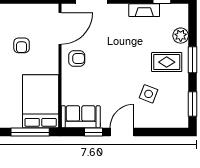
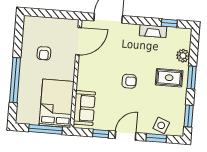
armchair: (77, 59) -> (129, 81), moved
side table: (149, 94) -> (161, 125), moved
sofa: (81, 117) -> (84, 108), moved, turned 90
window: (157, 132) -> (156, 138), added

